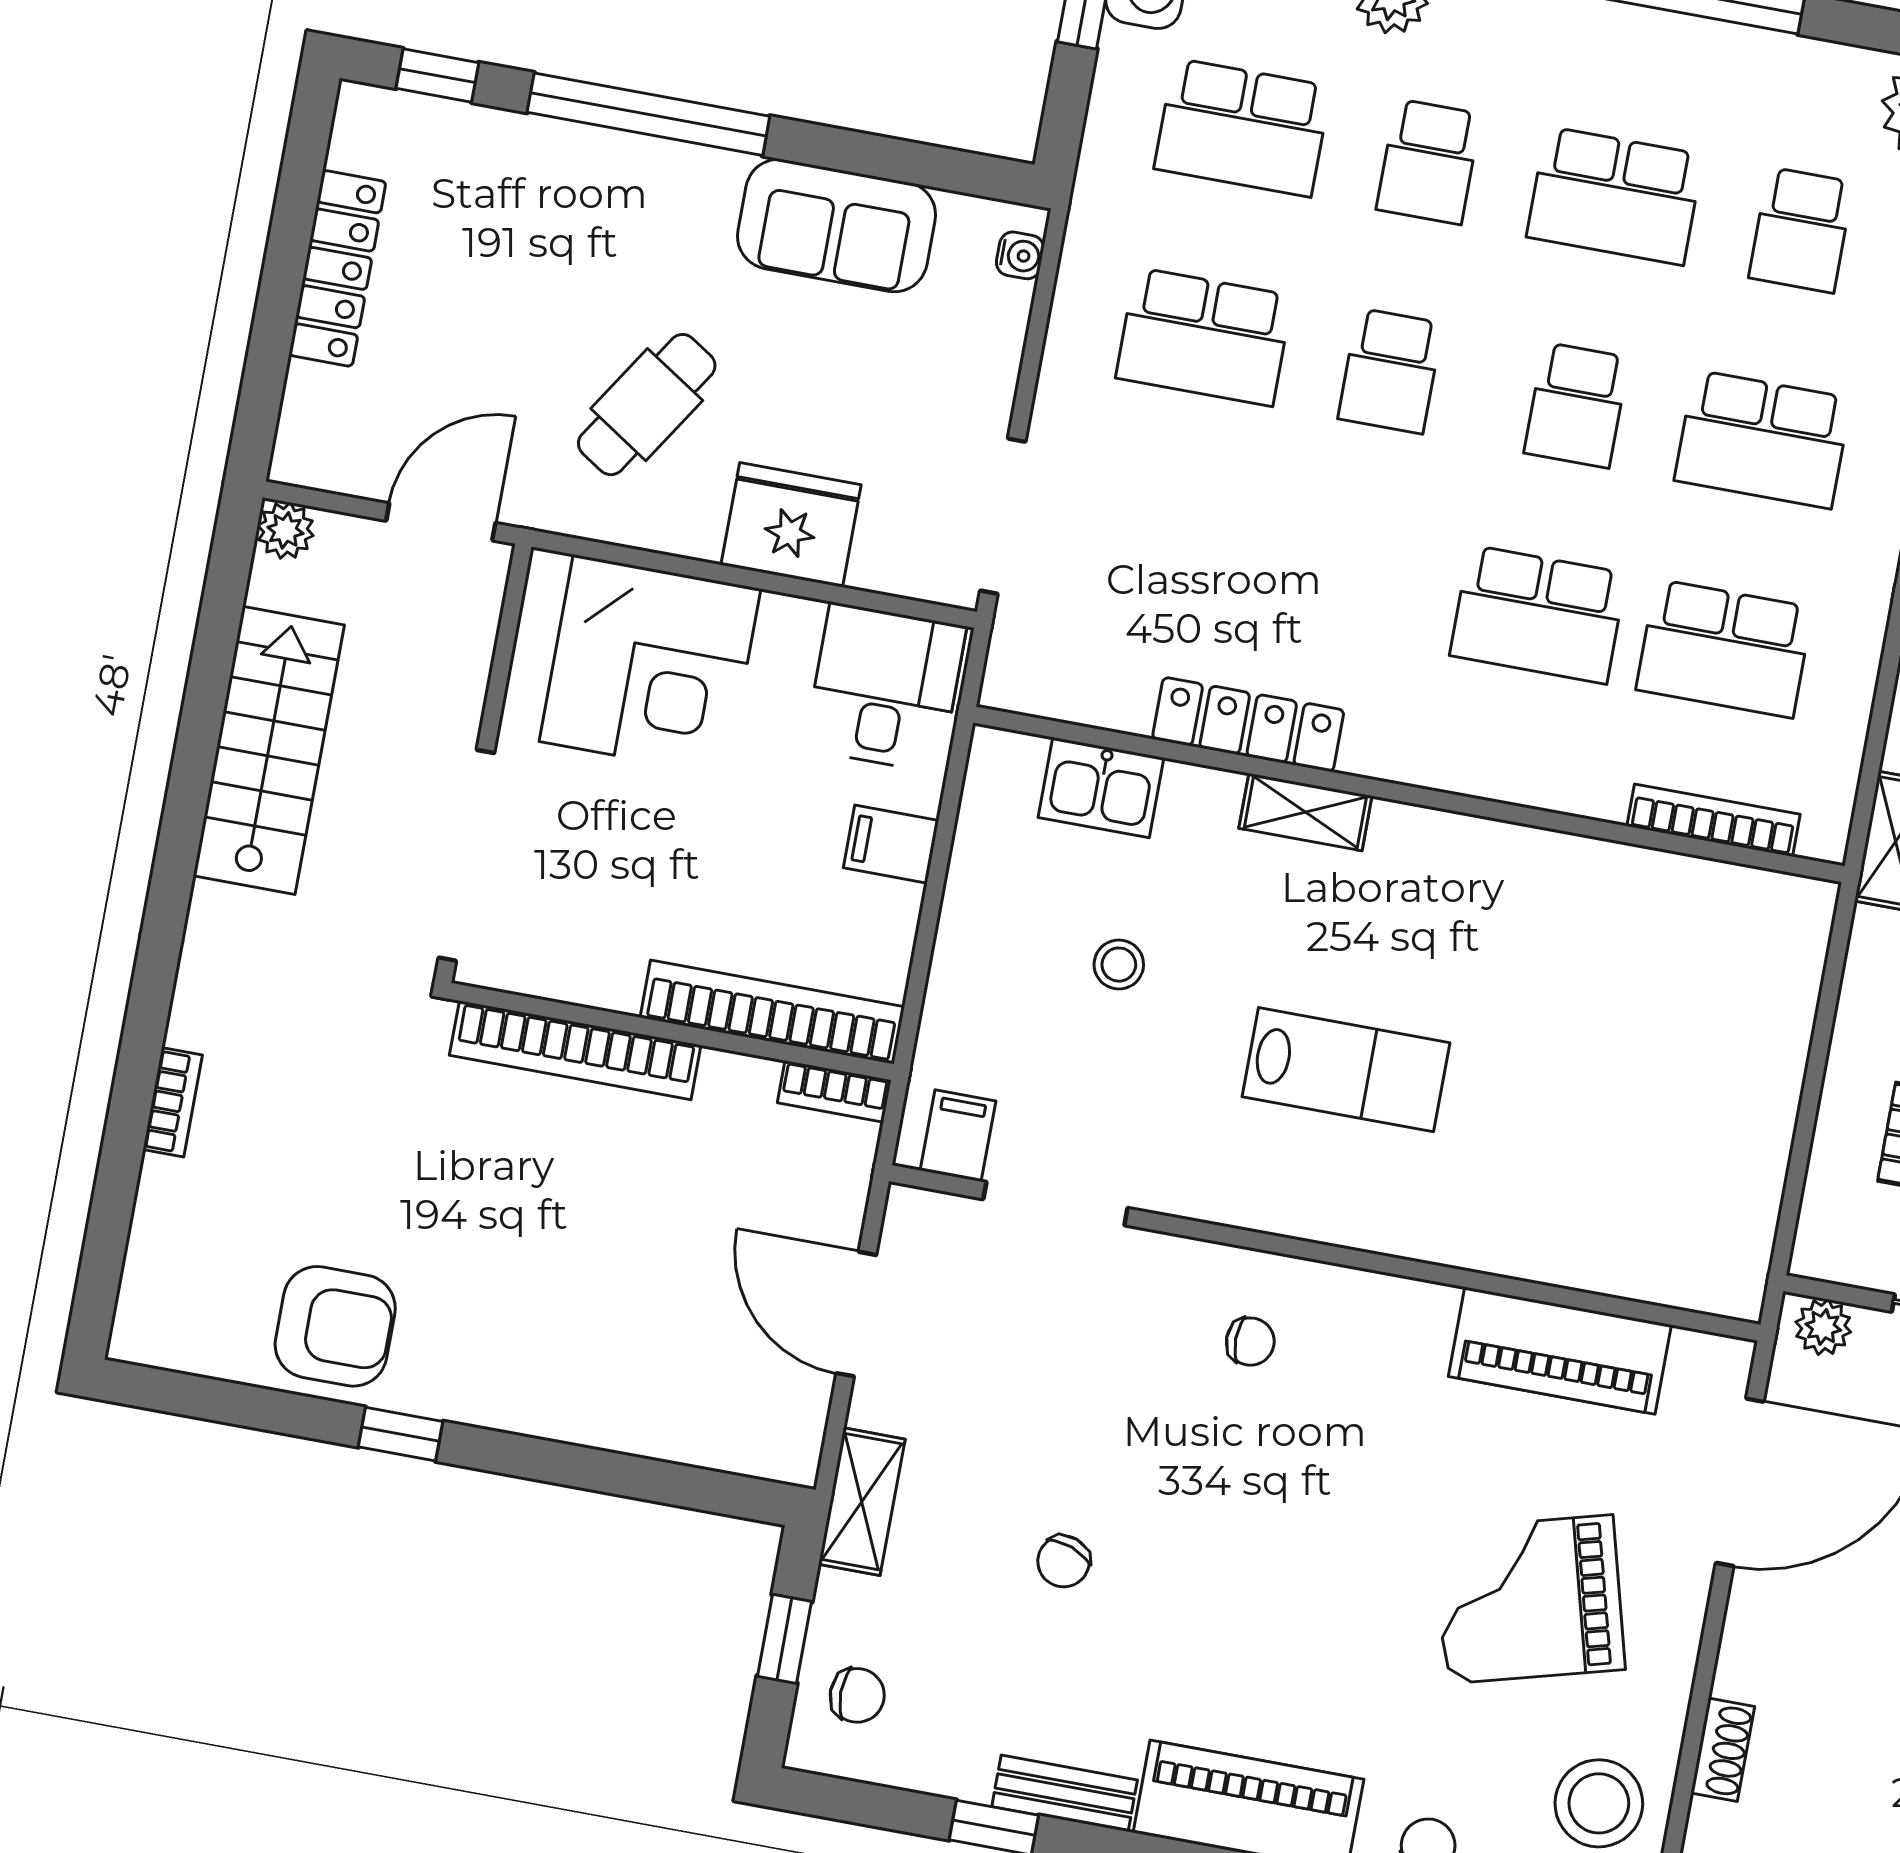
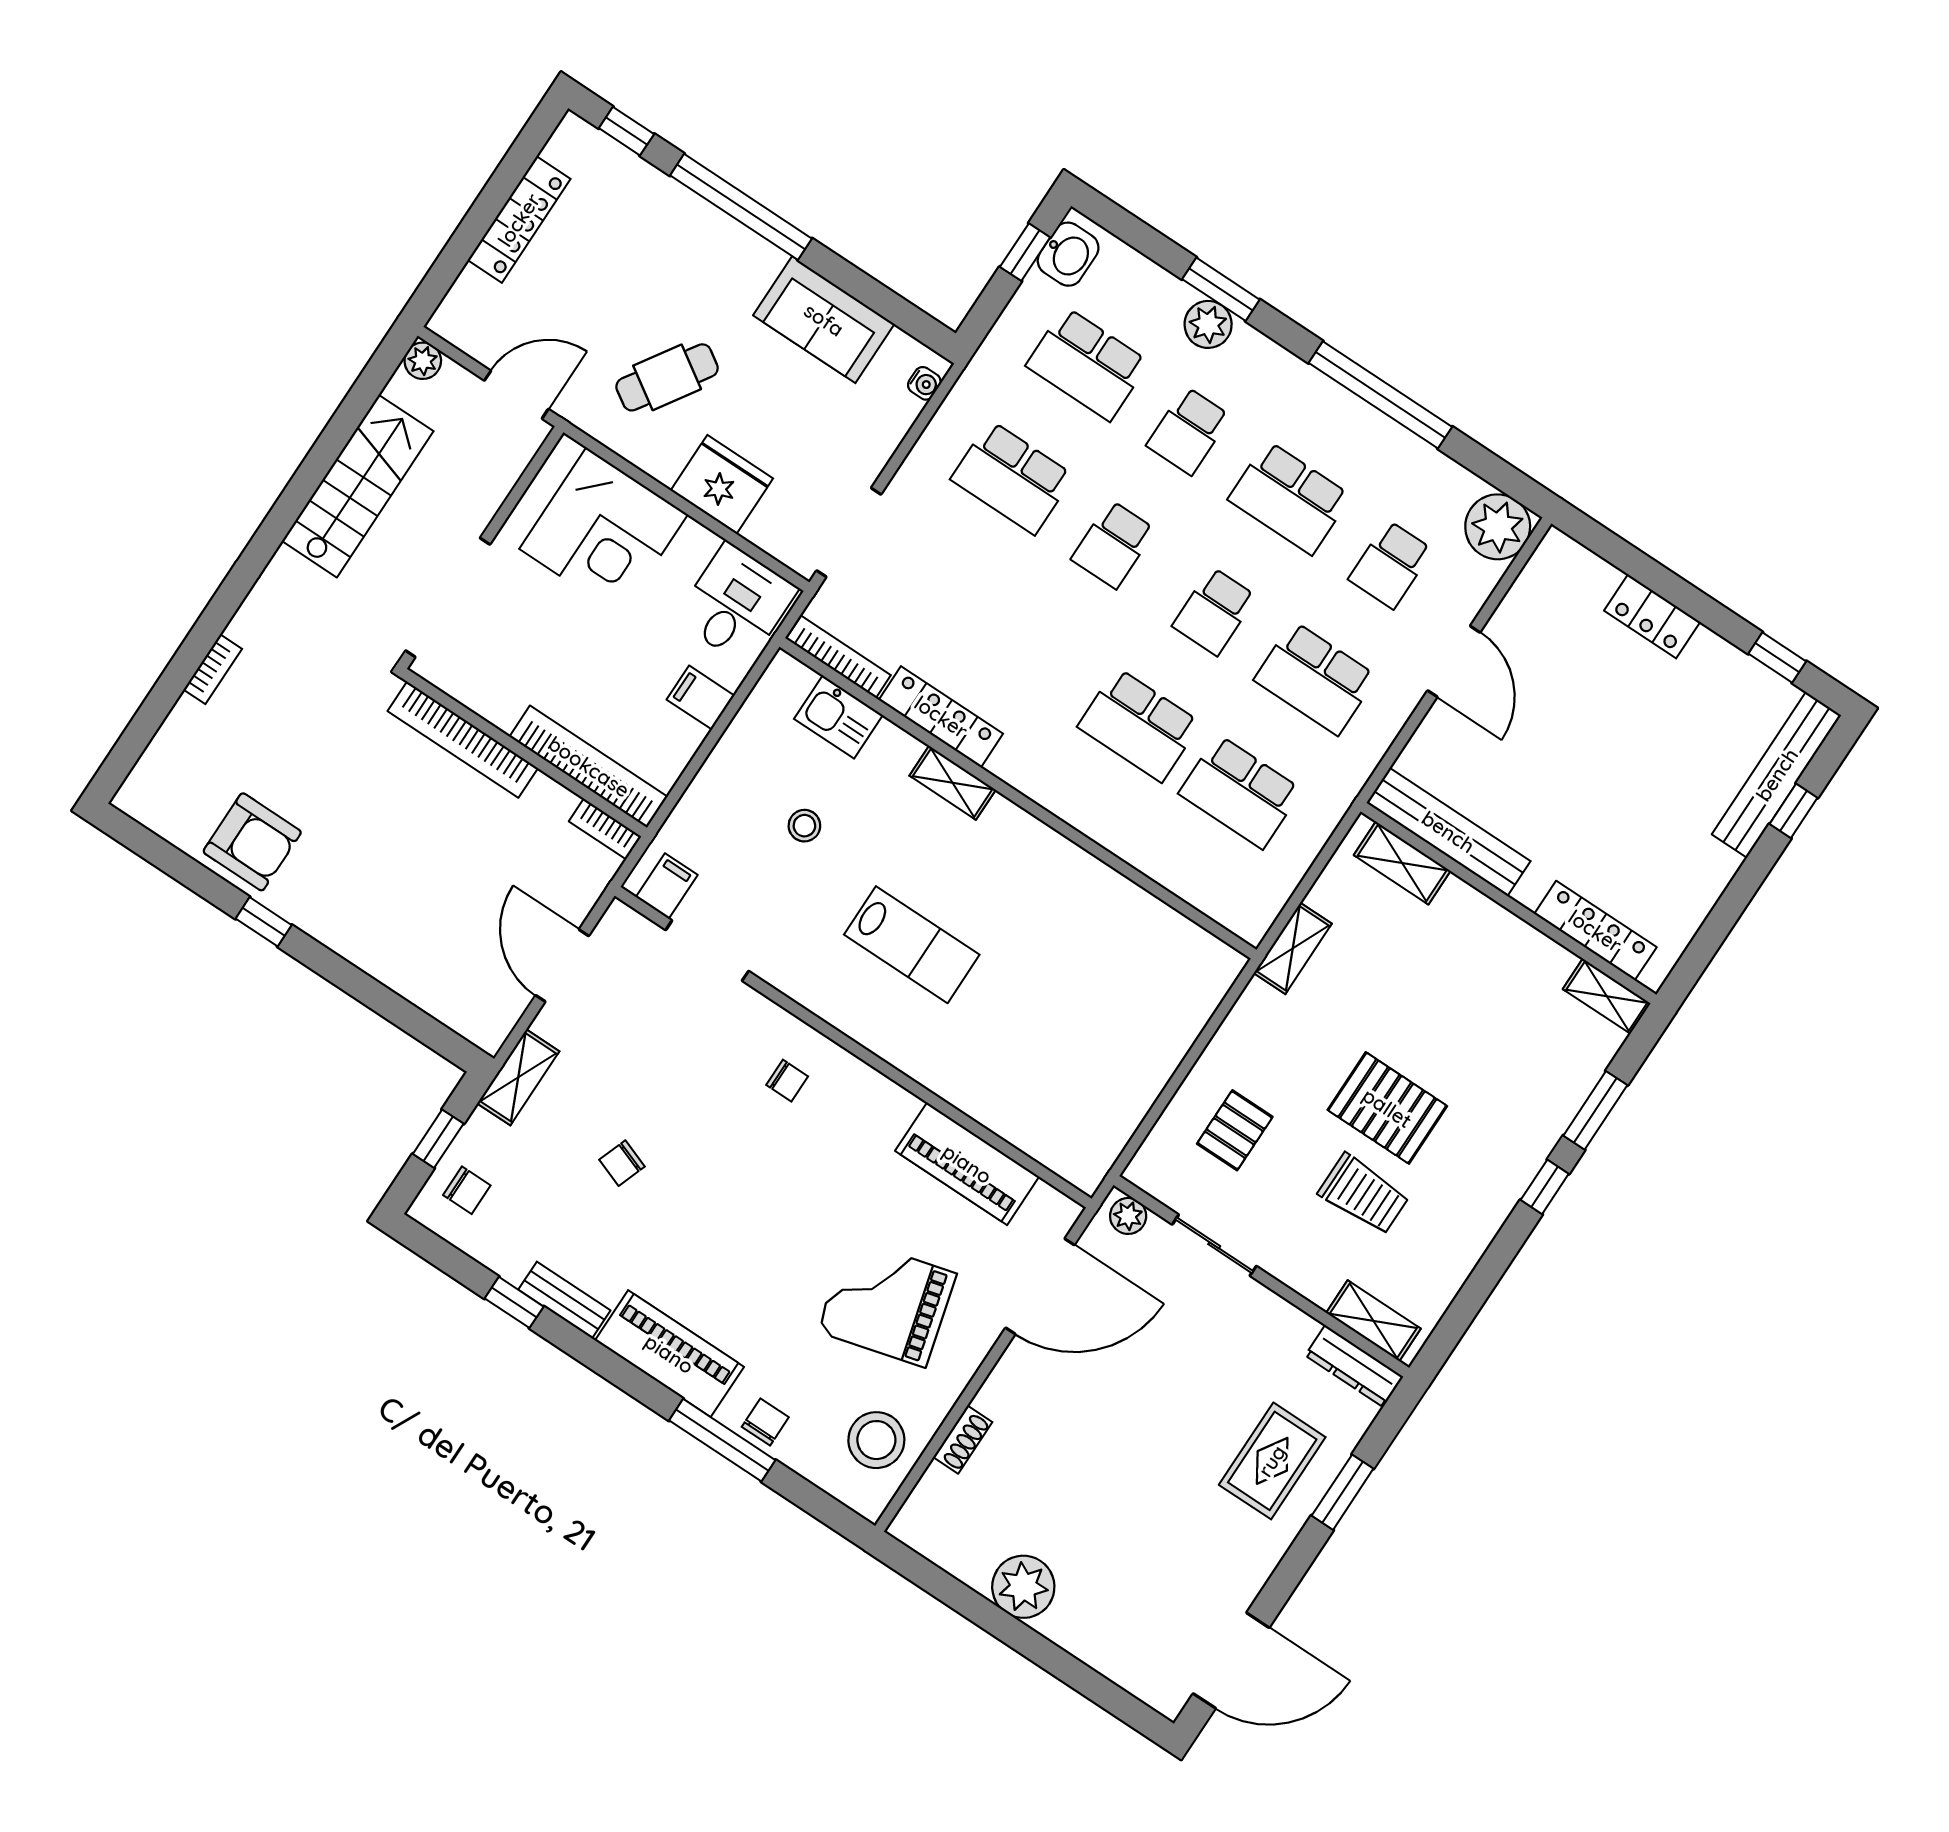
bookcase: (1714, 820) -> (838, 657), moved

